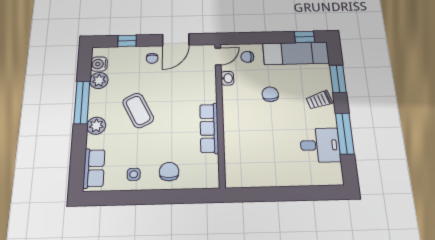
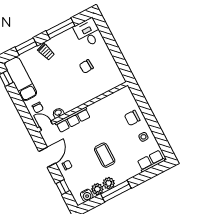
door: (176, 40) -> (47, 157), hinge flipped
chair: (270, 94) -> (86, 66), moved
coffee table: (138, 110) -> (105, 155), turned -63
plant: (96, 126) -> (109, 183), moved
row of seats: (209, 128) -> (73, 120), moved
desk: (320, 145) -> (88, 33), moved

